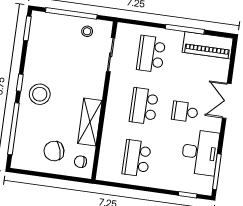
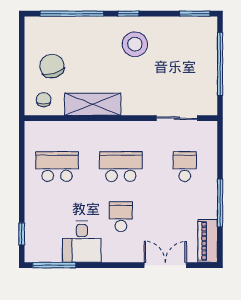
stool: (87, 31) -> (201, 86), removed
piano: (208, 45) -> (208, 241), width x0.73, depth x0.75
school desk: (151, 54) -> (185, 167), width x0.54
stool: (40, 94) -> (135, 44), moved
double door: (227, 101) -> (165, 265), moved
desk: (200, 152) -> (82, 242), width x0.73

